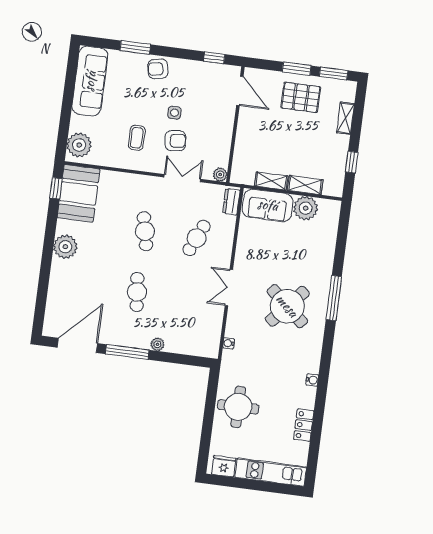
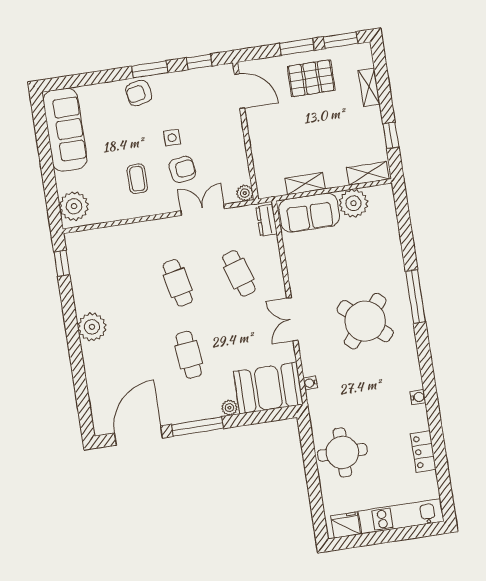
window: (135, 47) -> (150, 69), moved
shelving: (305, 185) -> (368, 173), moved
booth: (79, 193) -> (268, 388), moved, turned 90
cafe table: (197, 238) -> (239, 273), turned -42

